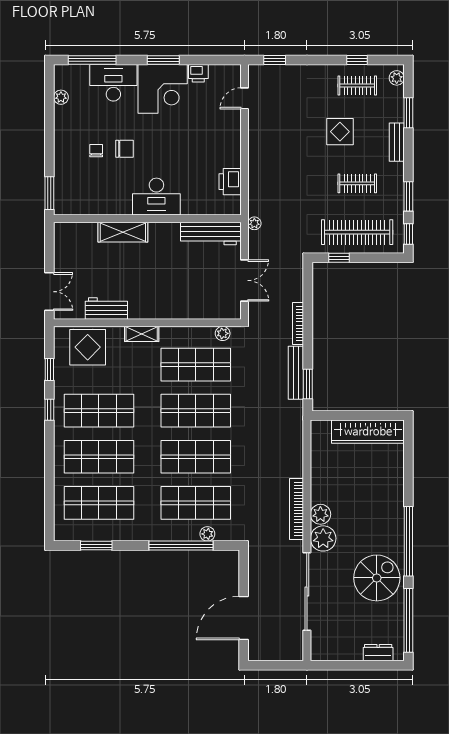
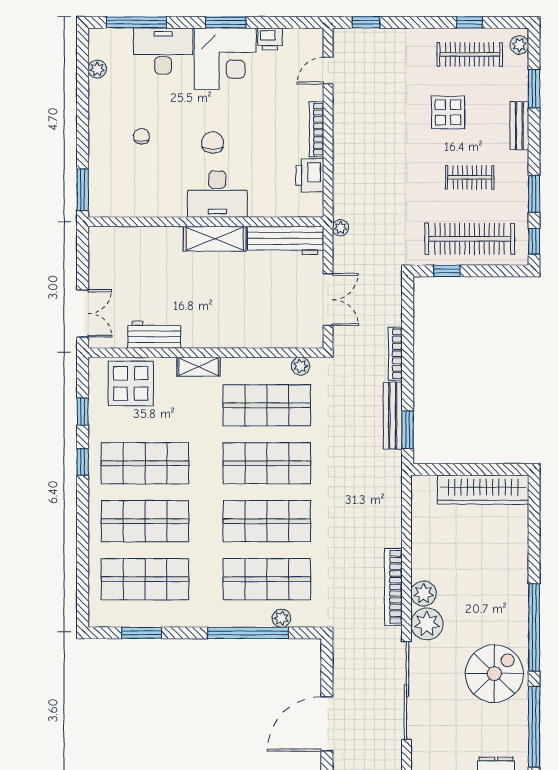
clothes rail: (357, 86) -> (470, 54), width x1.36
bookcase: (235, 145) -> (317, 129), added
chair: (124, 149) -> (213, 142), moved, turned -90
shelving: (123, 232) -> (215, 239), moved

